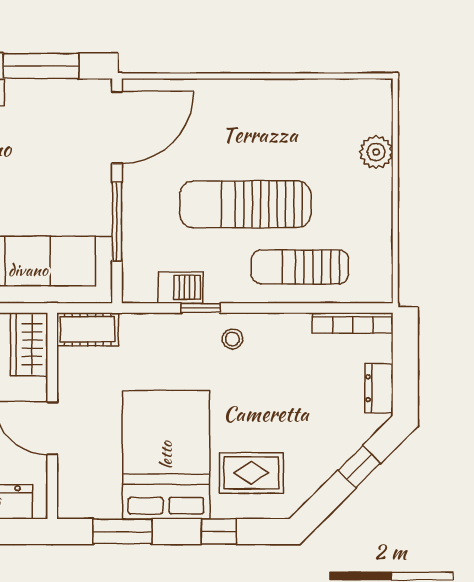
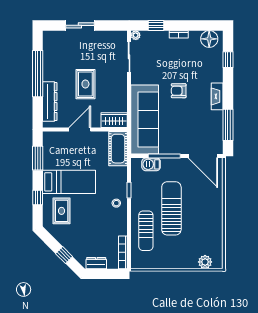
plant: (376, 152) -> (205, 262), moved
sun lounger: (300, 267) -> (146, 231), turned 180
barbecue: (180, 287) -> (151, 164), moved, turned 90
cot: (88, 329) -> (118, 149), width x1.37, depth x1.34
bed: (166, 455) -> (69, 182), width x0.67

